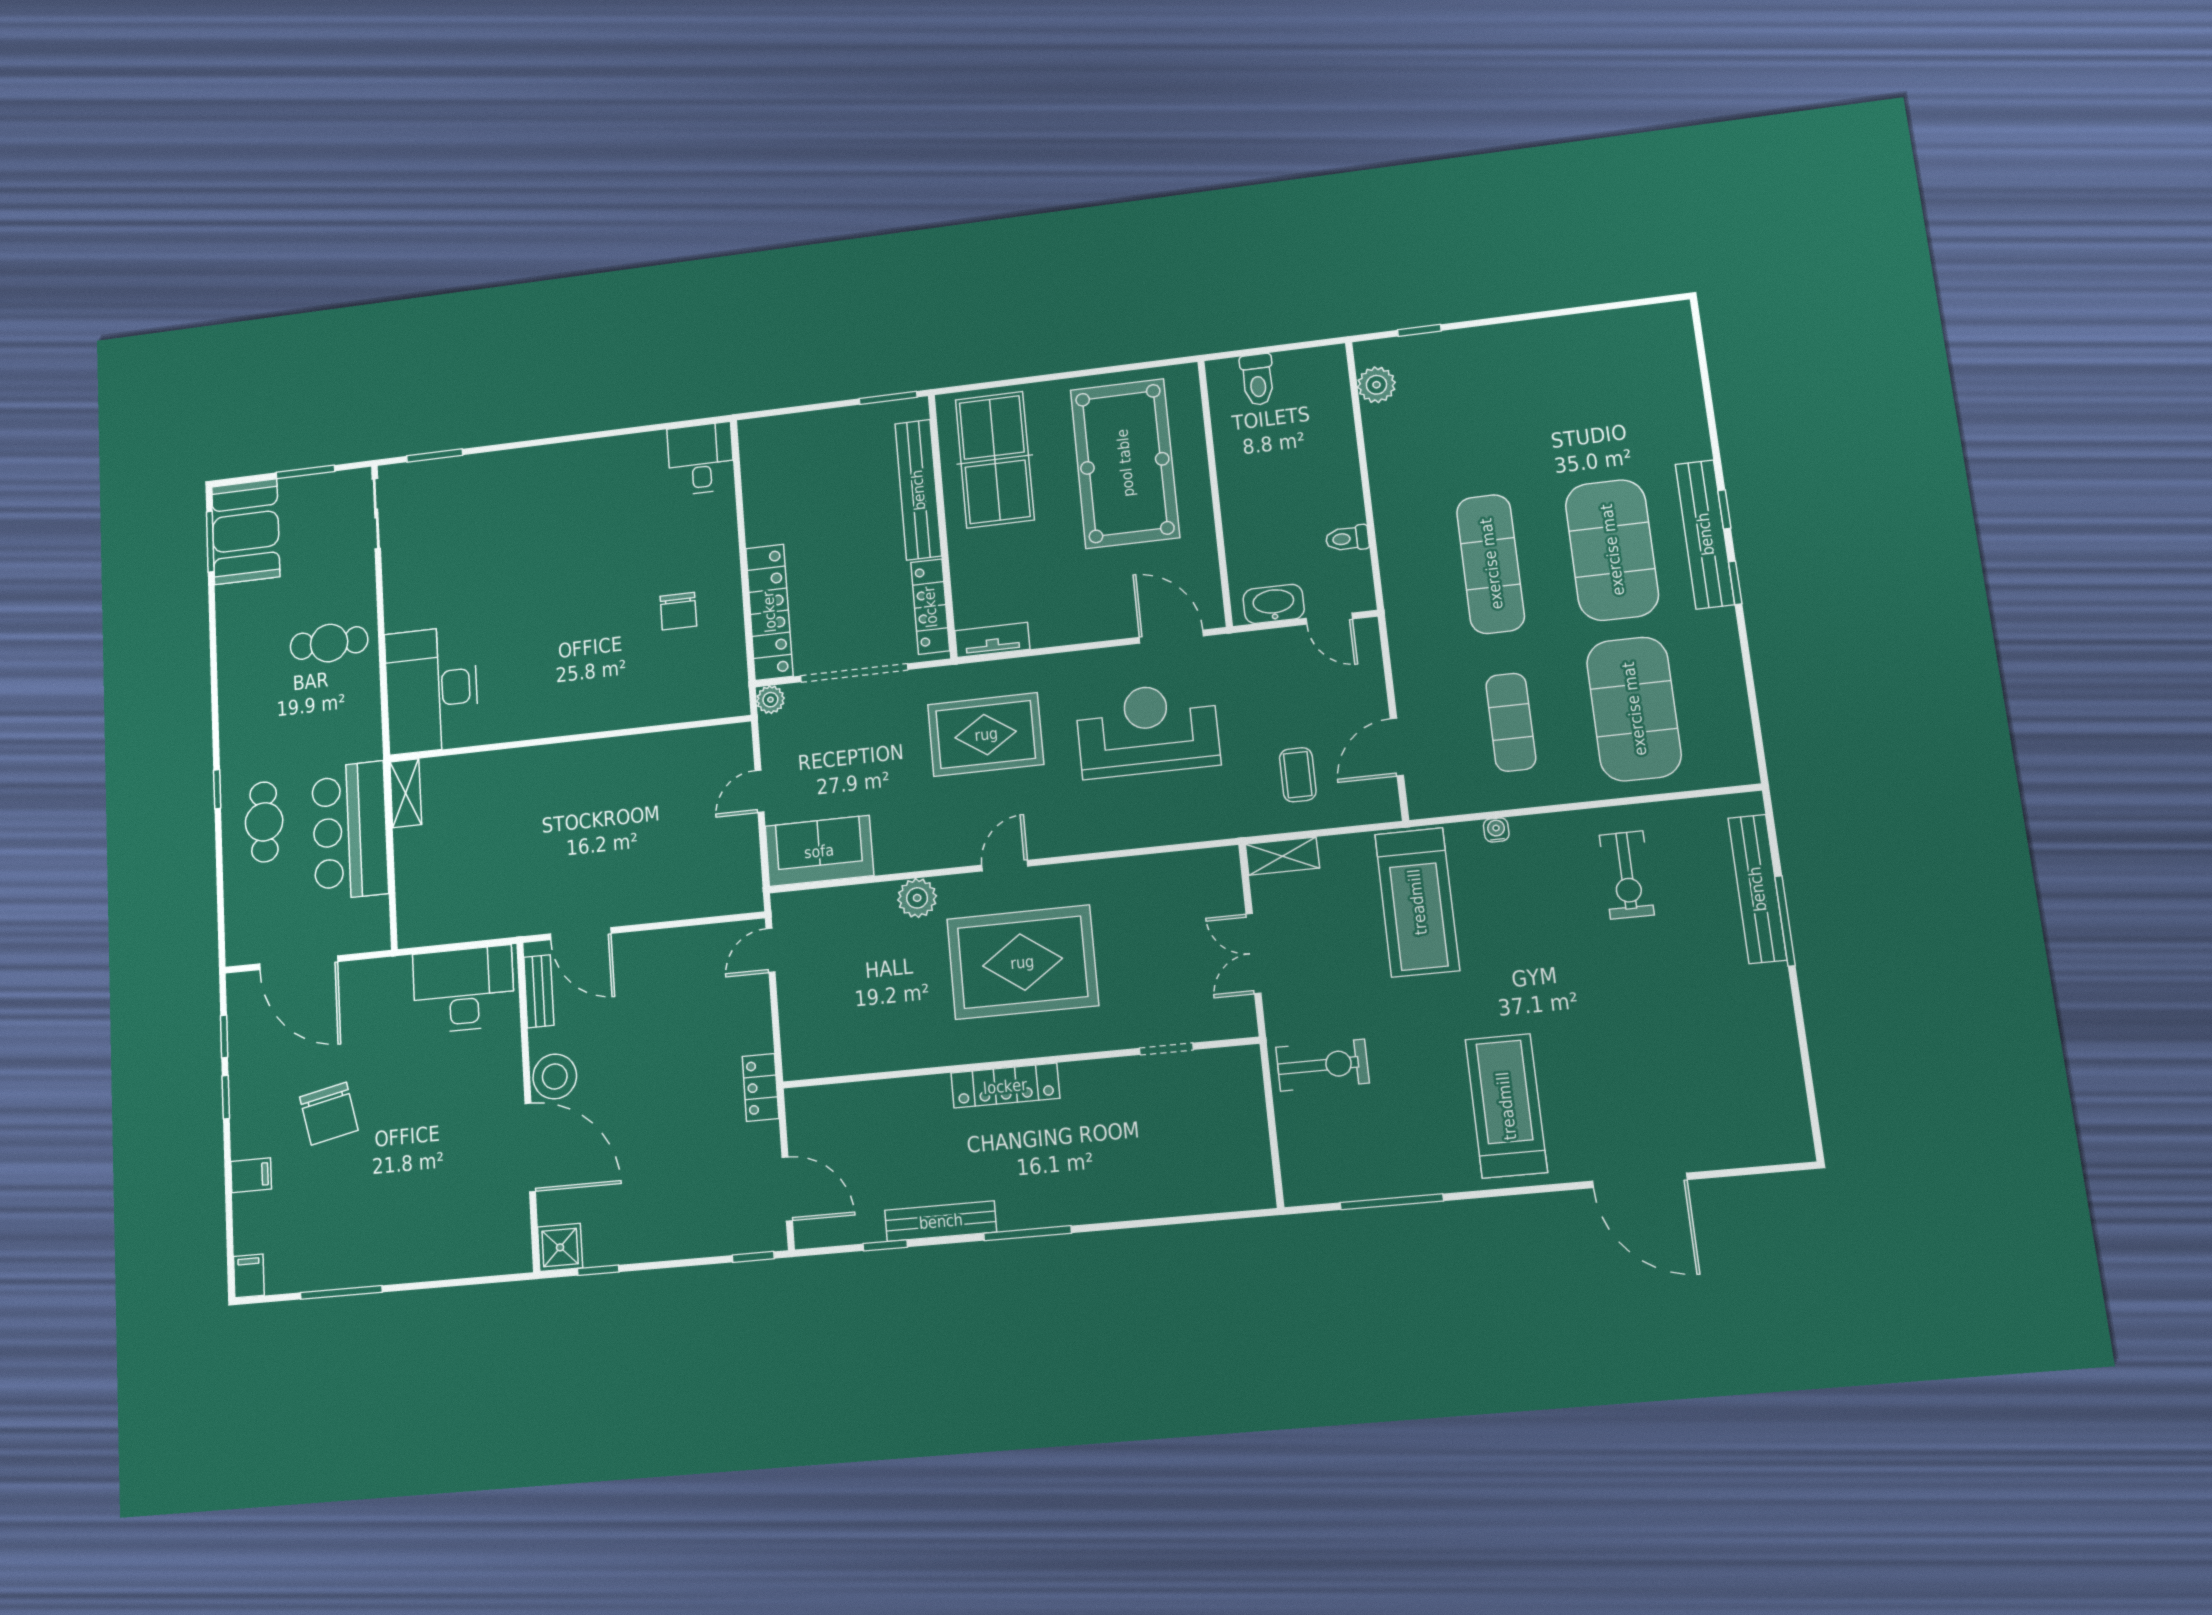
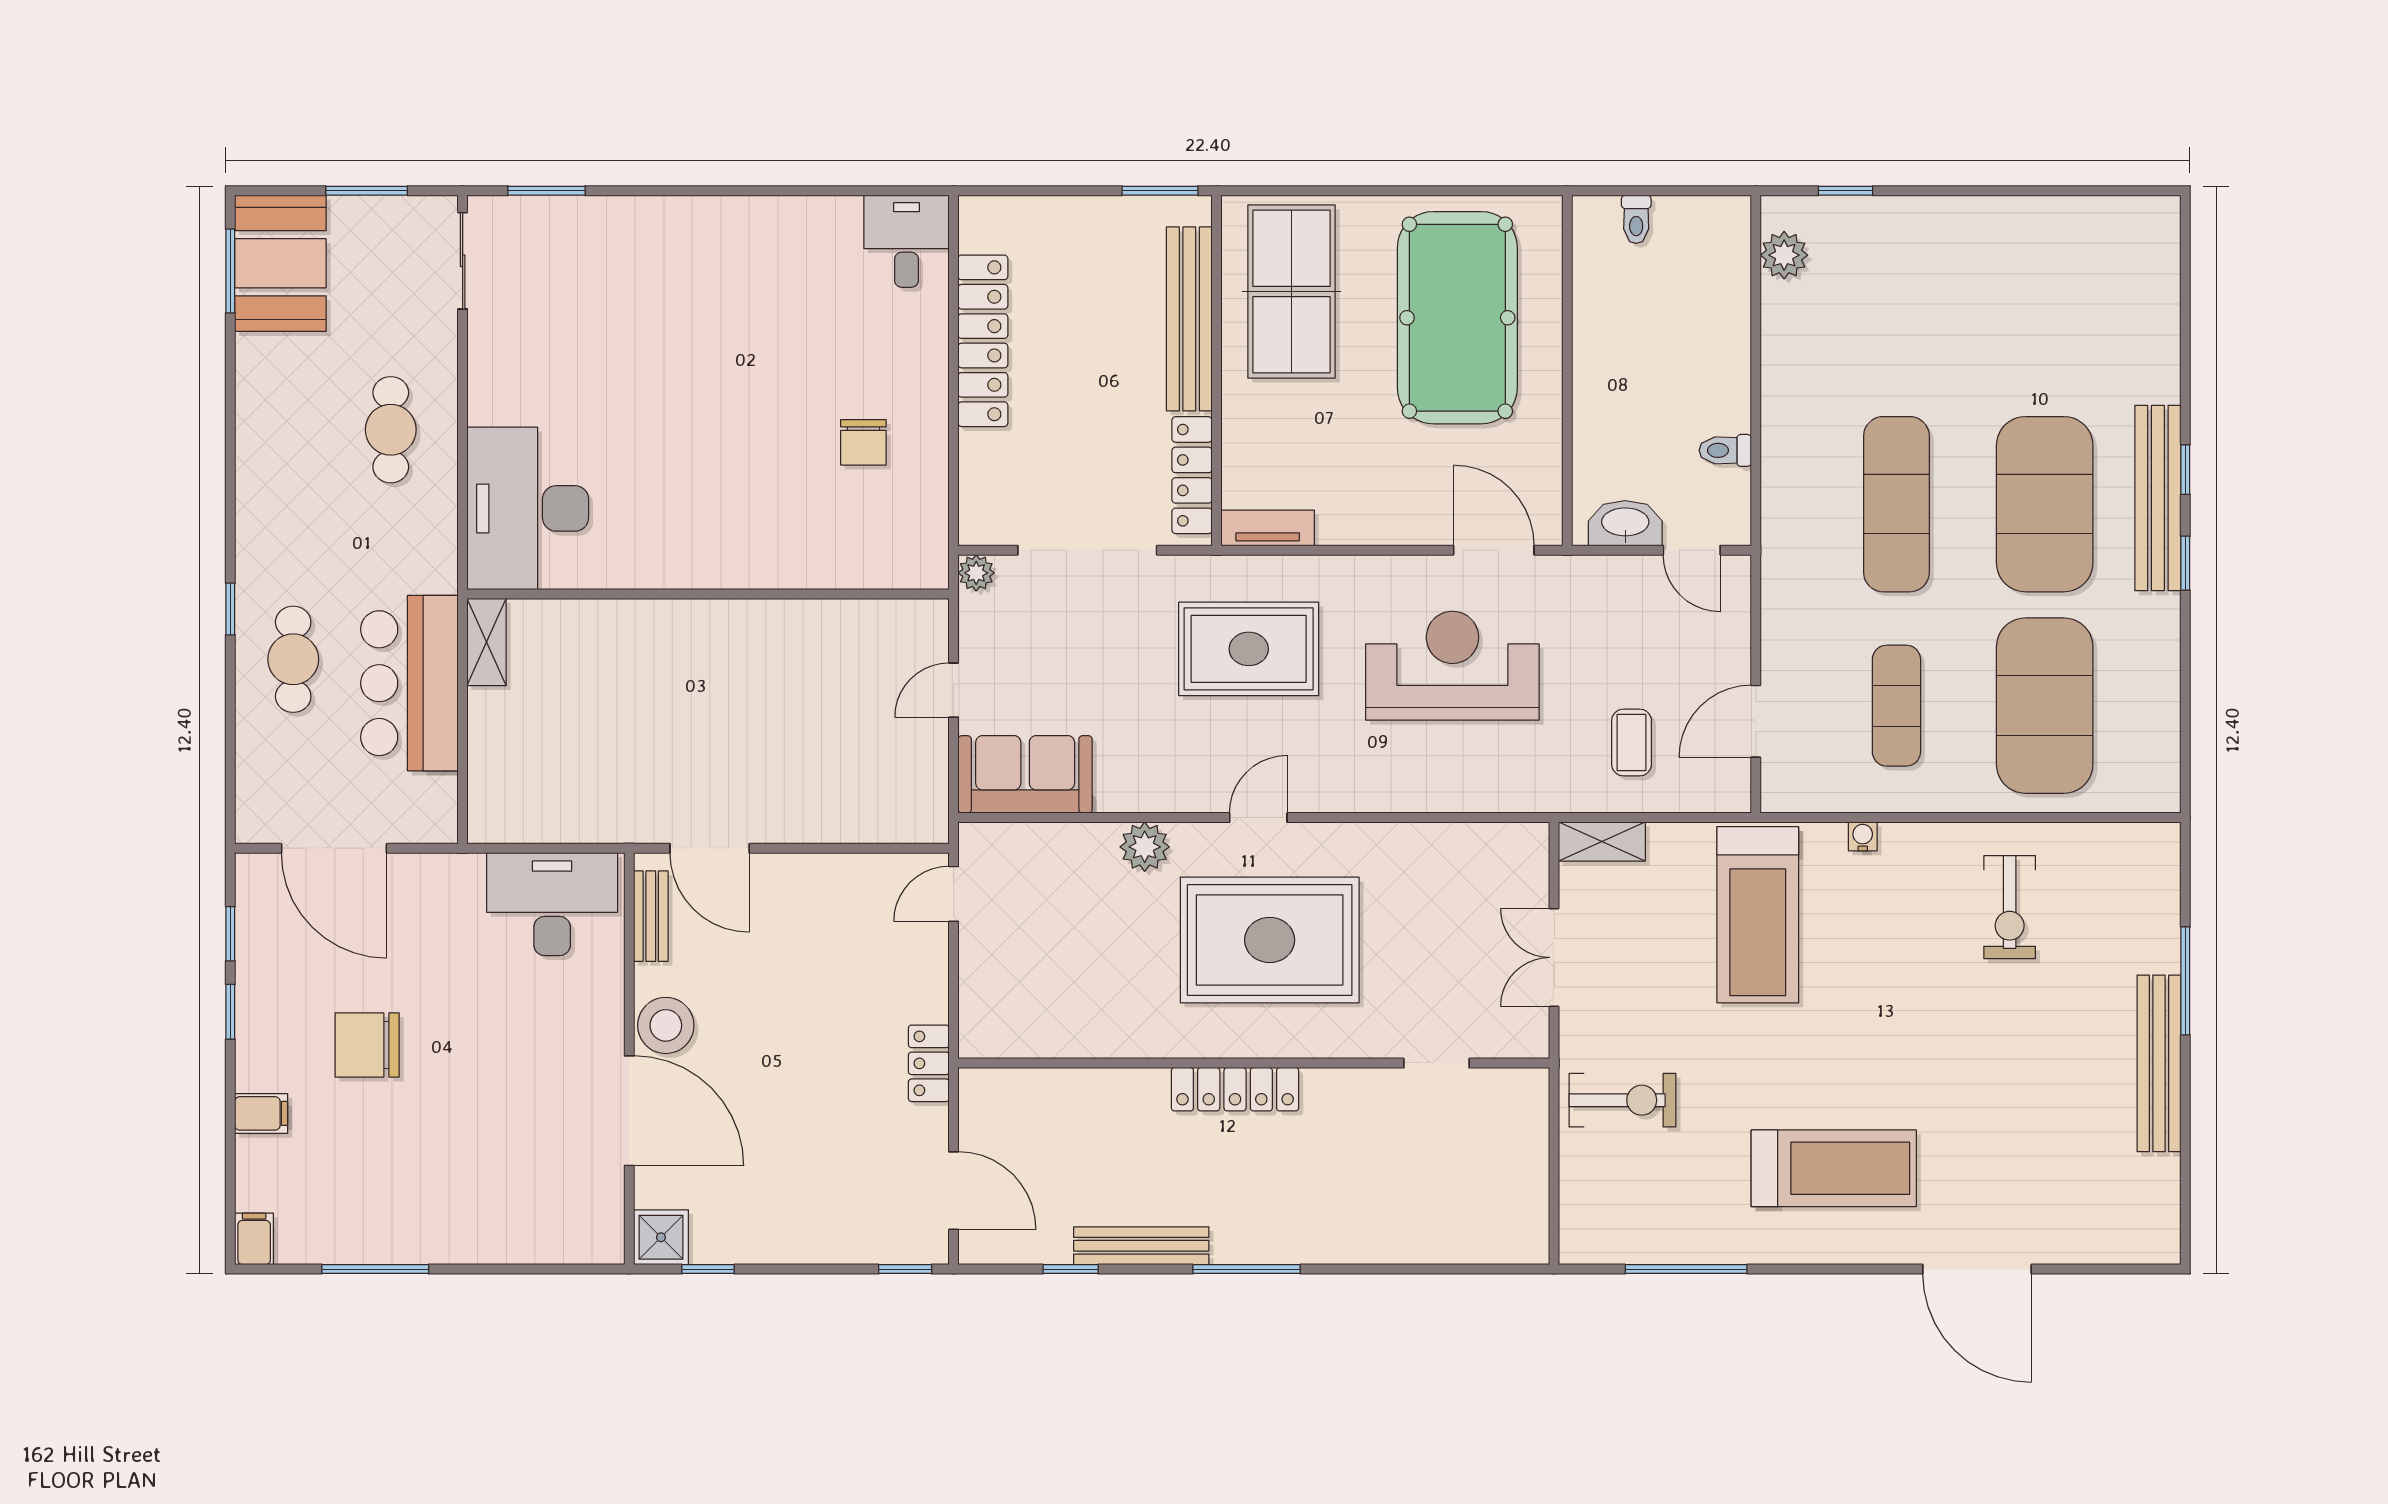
toilet: (1257, 380) -> (1636, 219), width x0.73, depth x0.72
locker: (769, 612) -> (983, 341), moved
cafe table: (329, 643) -> (391, 430), turned 90
bench: (1757, 889) -> (2159, 1063), moved
treadmill: (1506, 1106) -> (1834, 1168), turned 90
chair: (329, 1114) -> (367, 1045), turned 102

